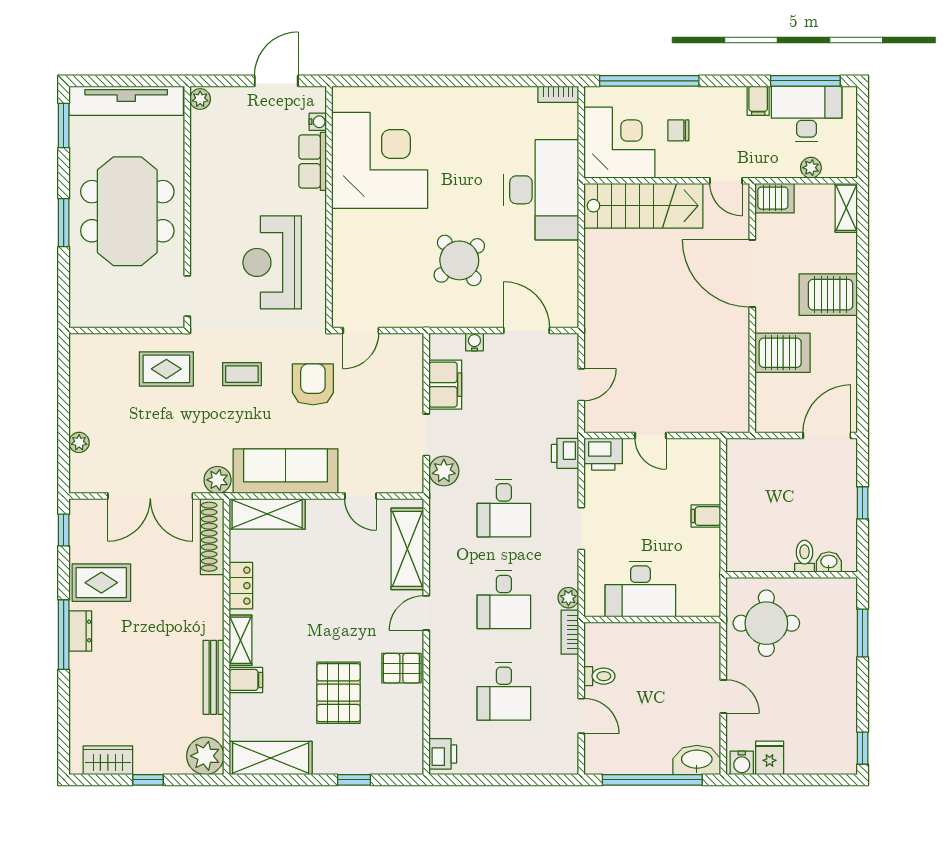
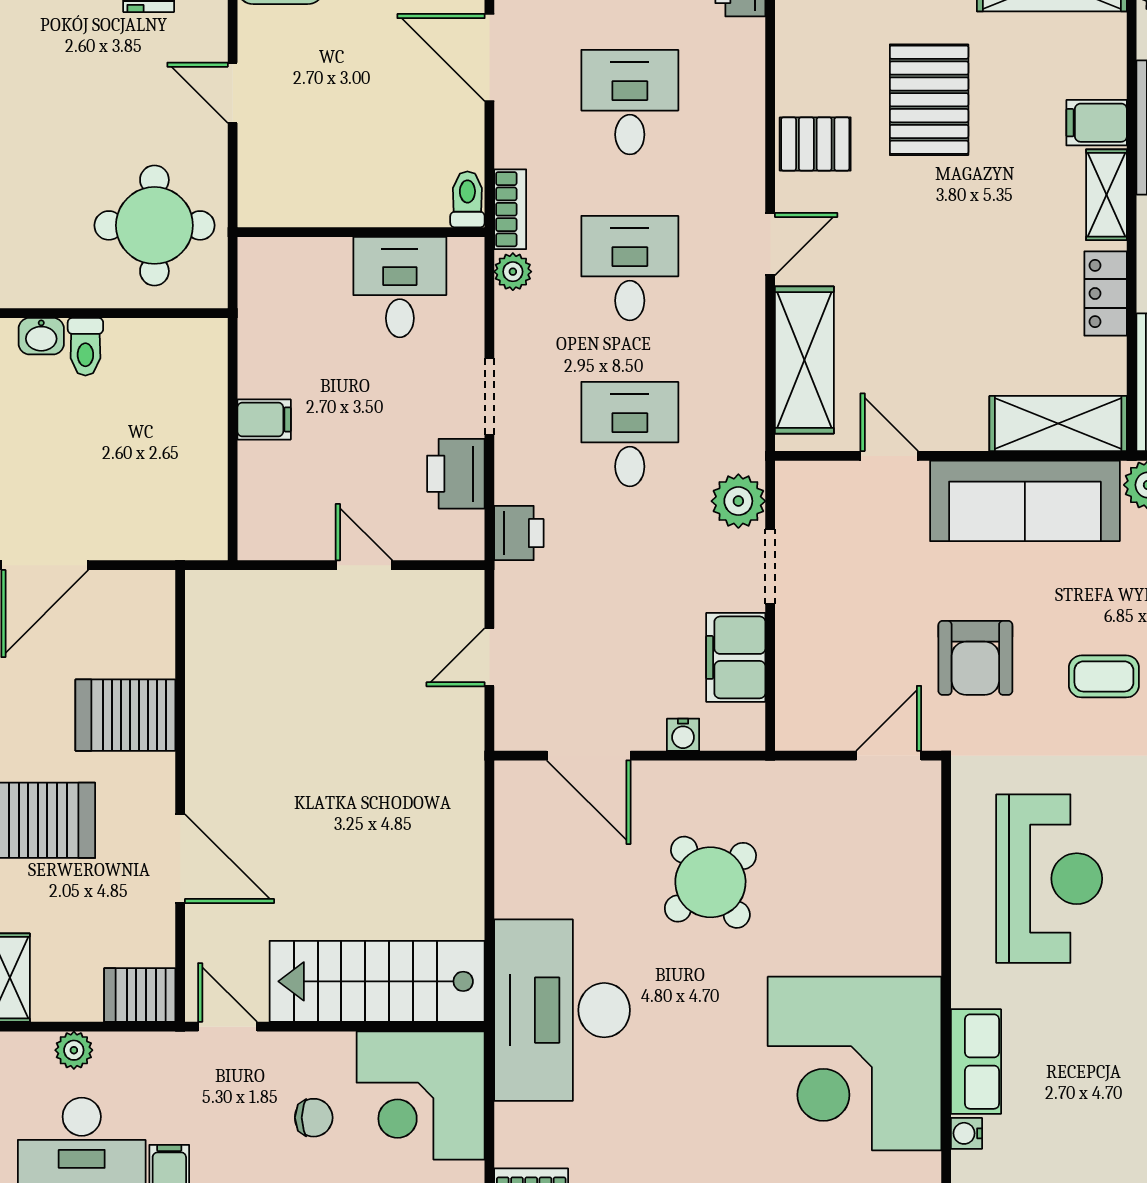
door: (752, 273) -> (180, 859), width x0.73
printer: (603, 454) -> (456, 474), moved, turned -90
desk: (640, 589) -> (400, 287), width x0.73
toilet: (599, 676) -> (467, 199), moved, turned 90
door: (581, 716) -> (489, 58), width x1.38

